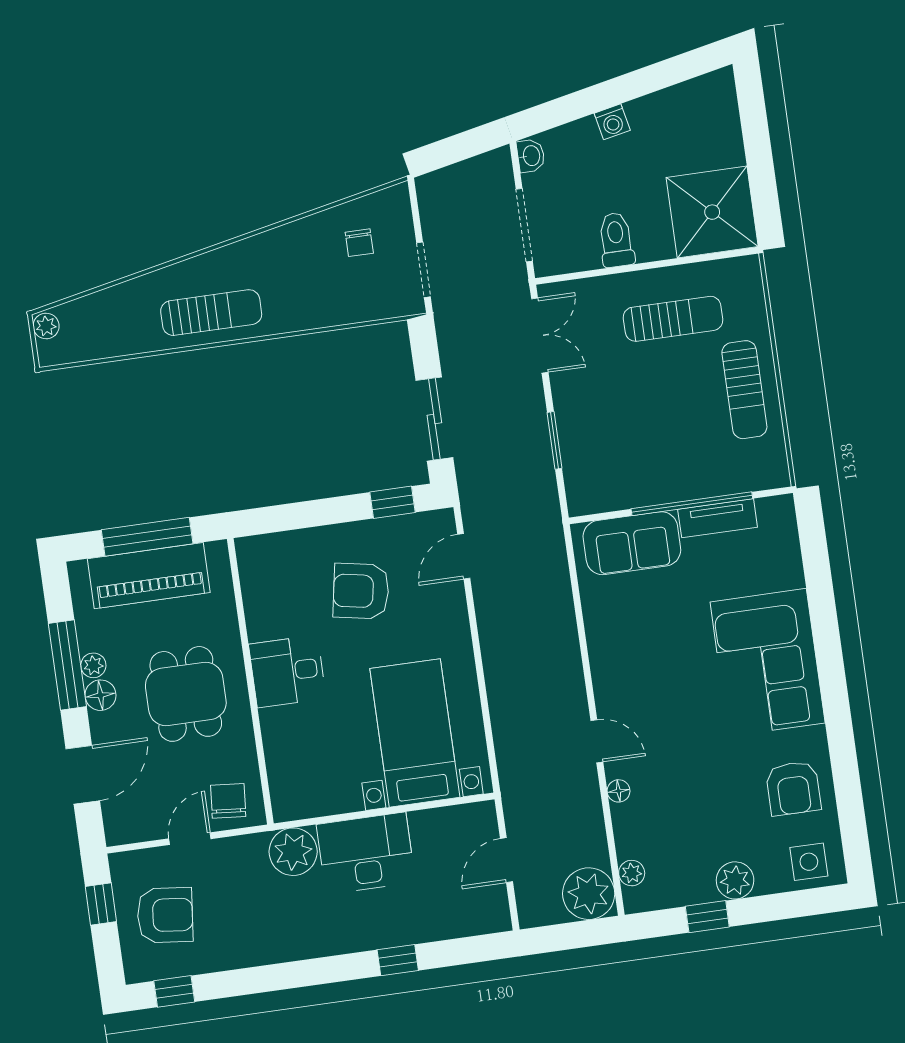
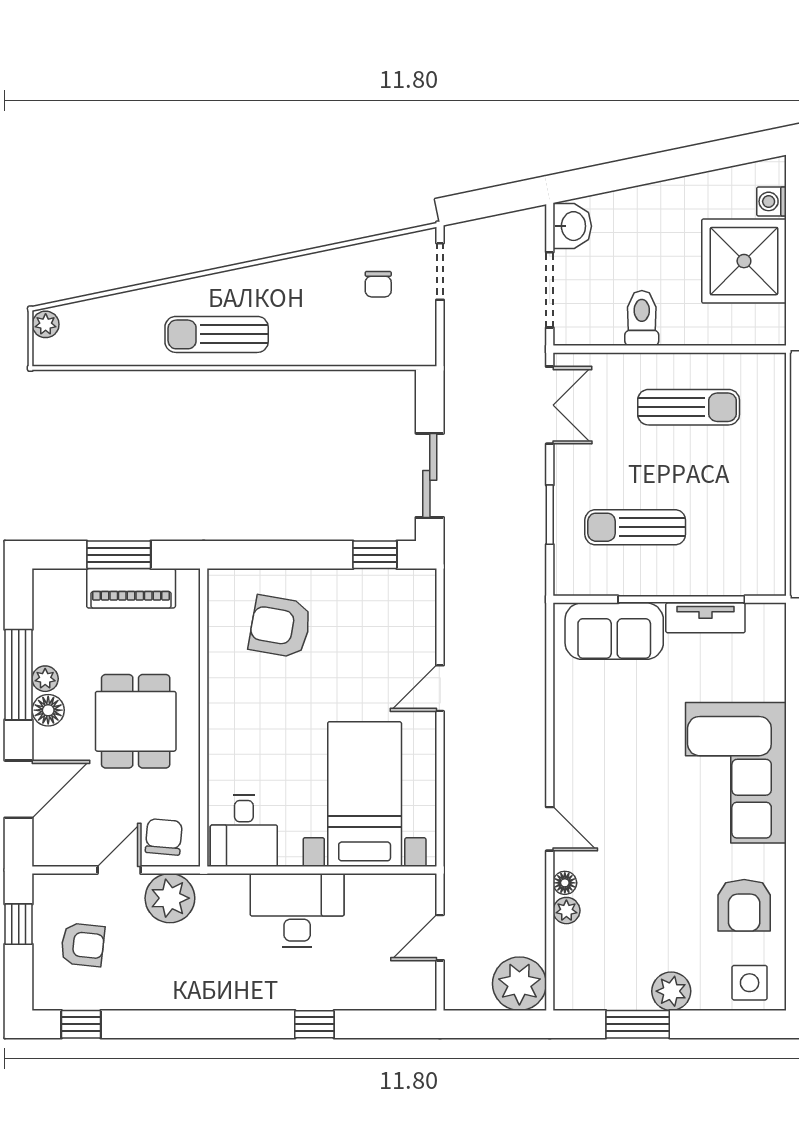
washing machine: (612, 122) -> (772, 201), moved, turned 102
washbasin: (531, 156) -> (572, 226), width x1.38, depth x1.45
shower: (712, 212) -> (744, 261), moved
doorway: (423, 270) -> (440, 271), moved
sun lounger: (211, 313) -> (217, 334), turned 180
sun lounger: (744, 390) -> (635, 527), moved, turned 90
window: (147, 537) -> (119, 555), width x0.69
door: (464, 556) -> (440, 688), moved
piano: (149, 576) -> (131, 588), width x0.73, depth x0.75
armchair: (361, 591) -> (280, 627), moved
desk: (287, 671) -> (244, 831), moved, turned -90
plant: (293, 852) -> (170, 898), moved
plant: (632, 873) -> (566, 911), moved
armchair: (165, 915) -> (83, 945), width x0.72, depth x0.72
window: (707, 917) -> (638, 1024), width x1.50

